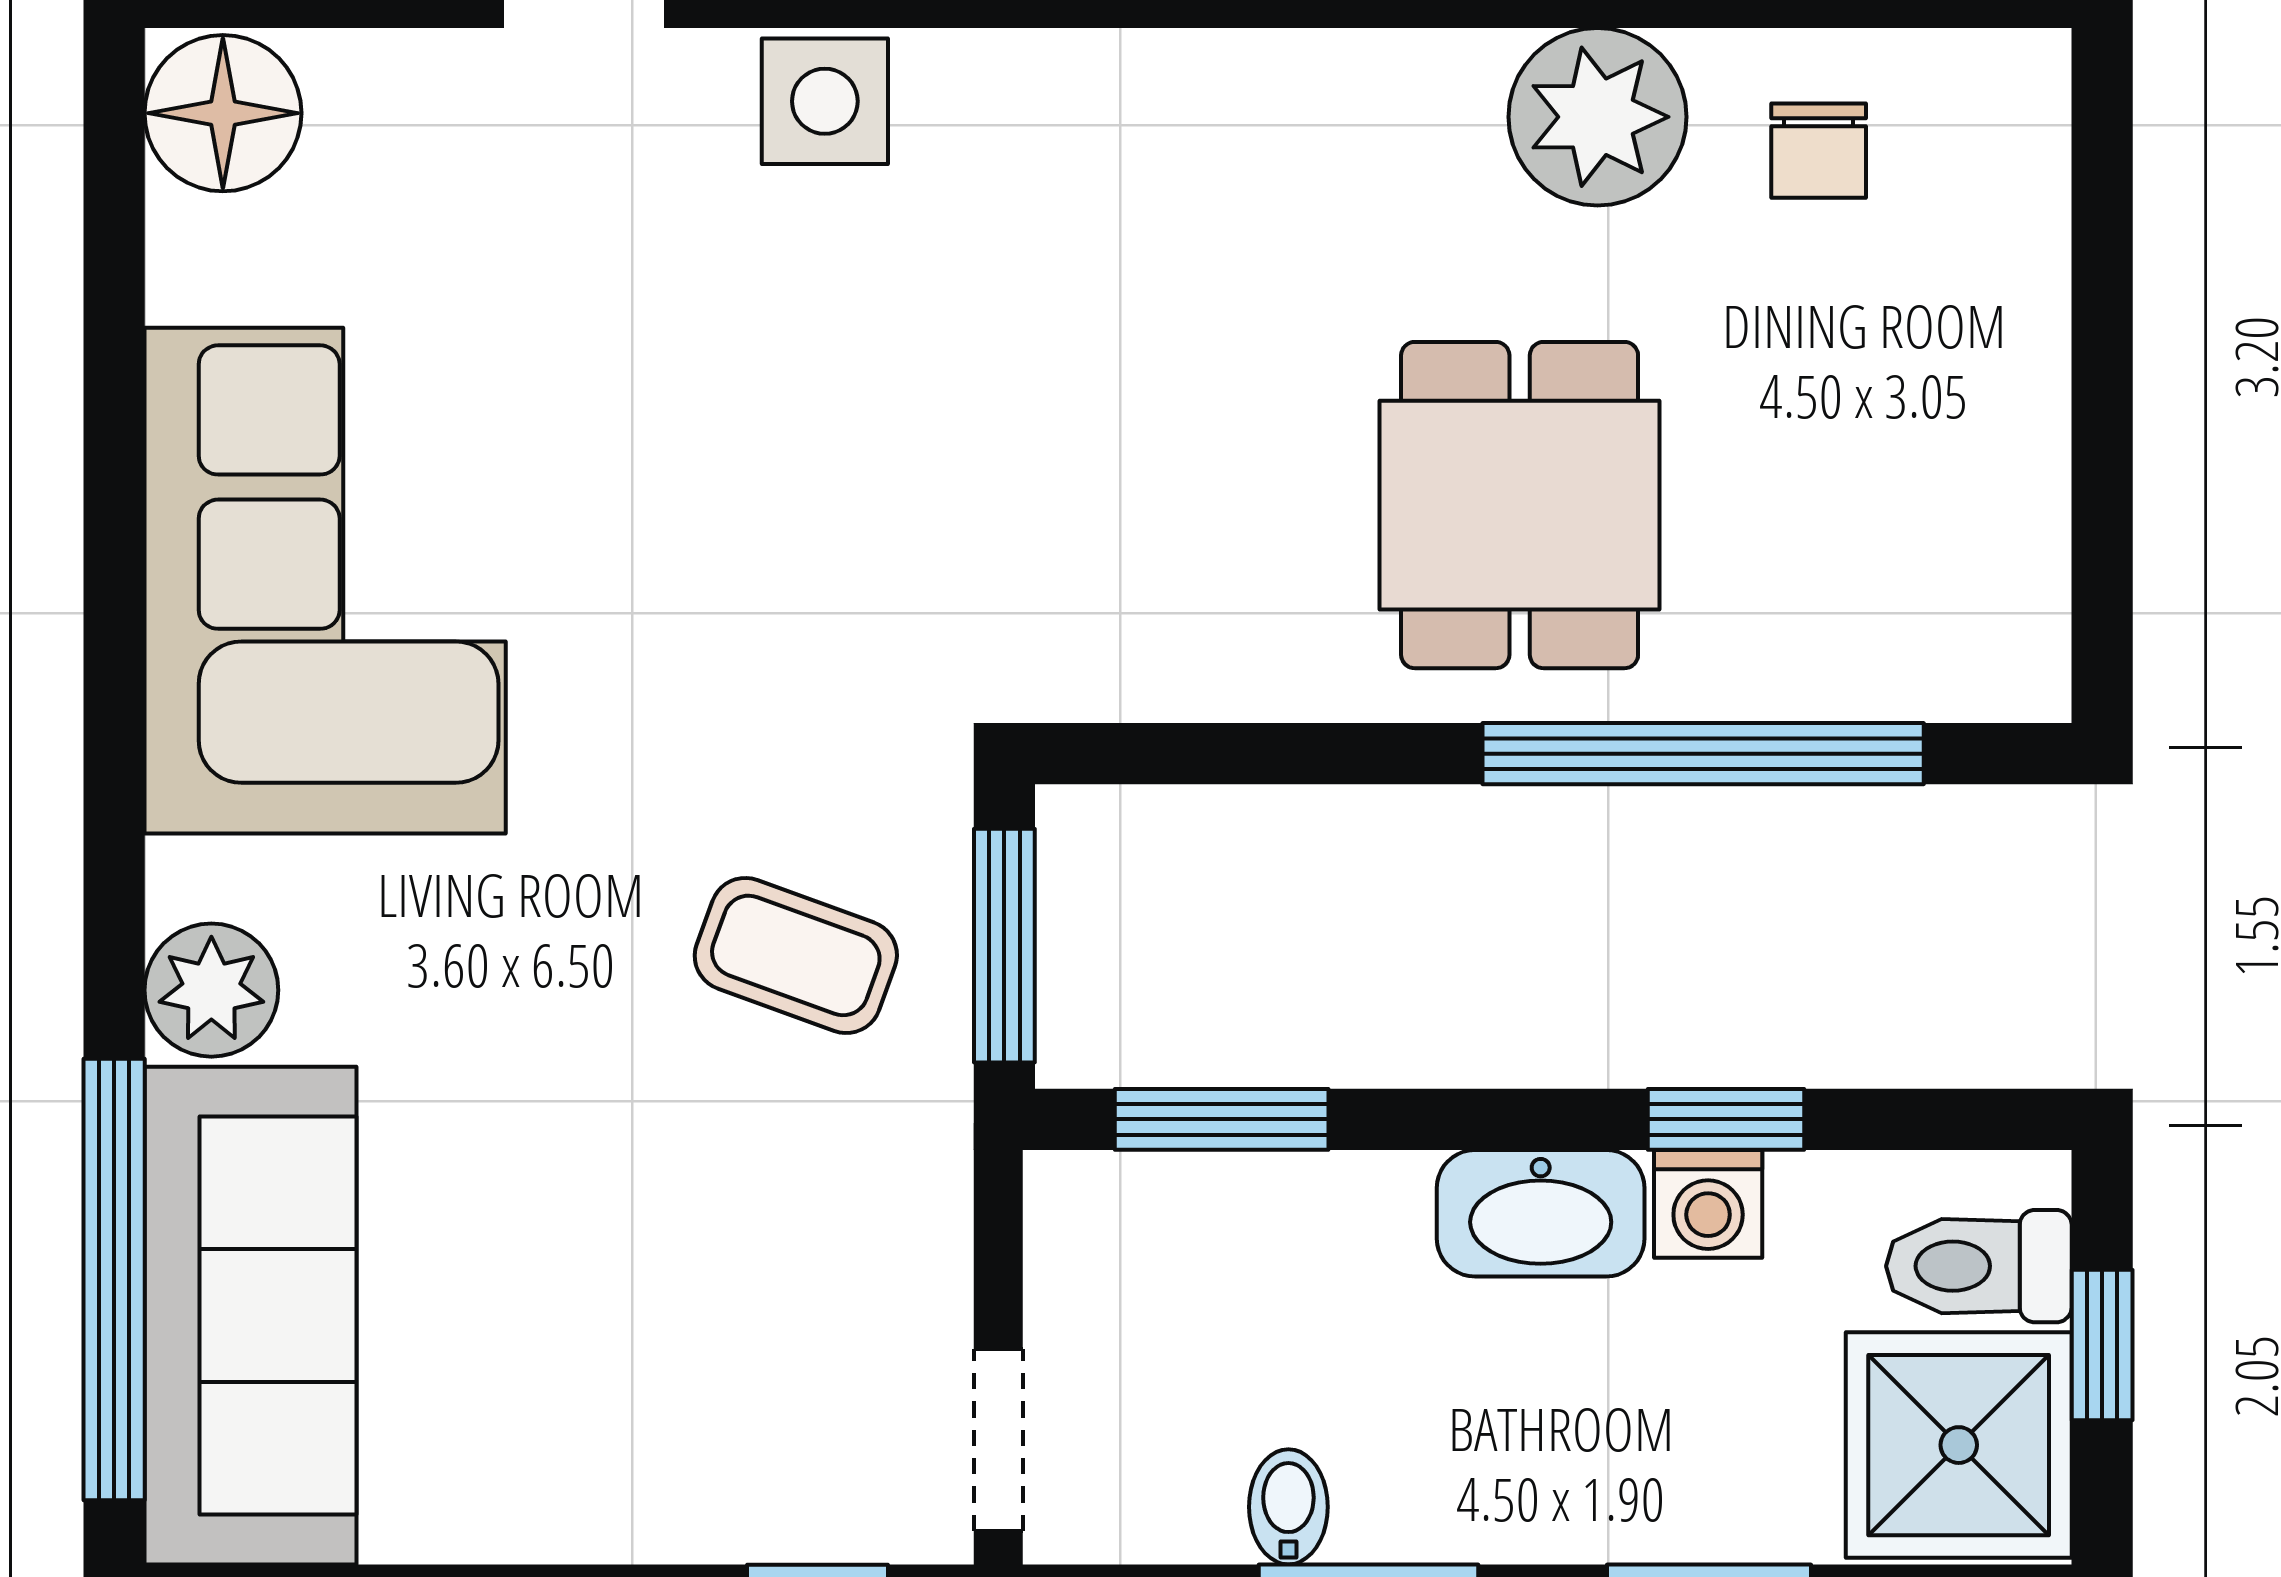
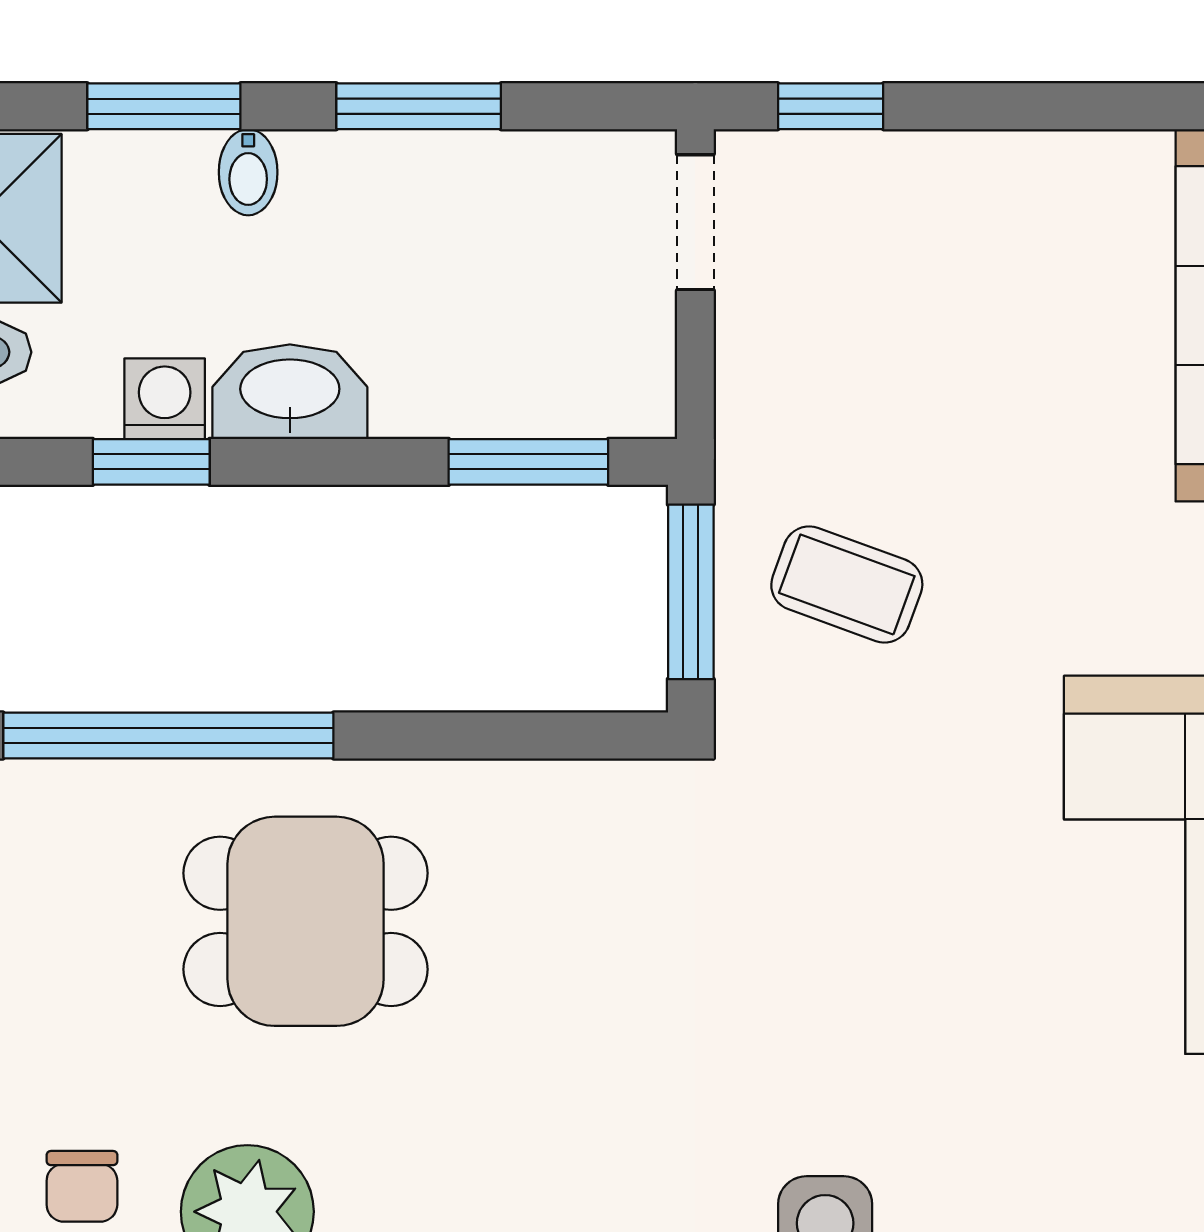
chair: (1819, 151) -> (82, 1186), turned 180
dining table: (1520, 505) -> (306, 921), turned 90
bidet: (1288, 1507) -> (248, 172), moved

